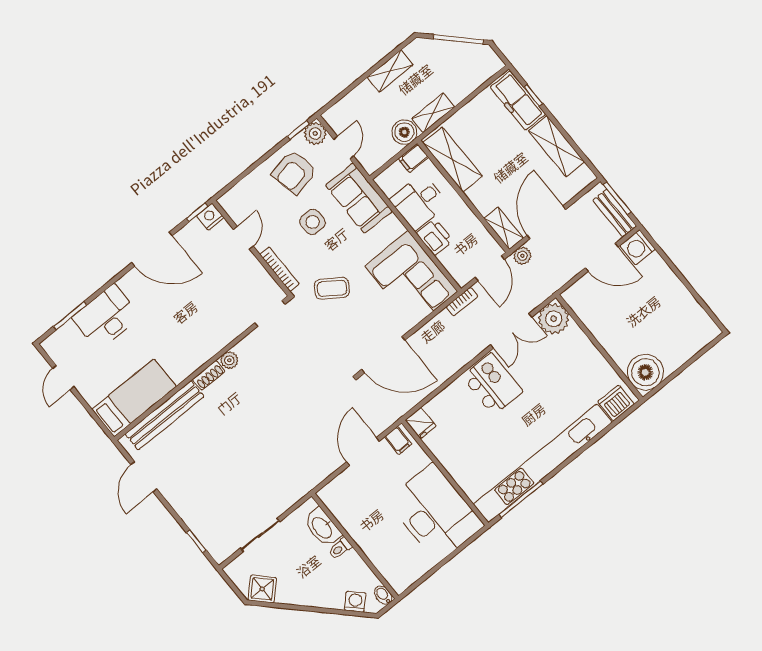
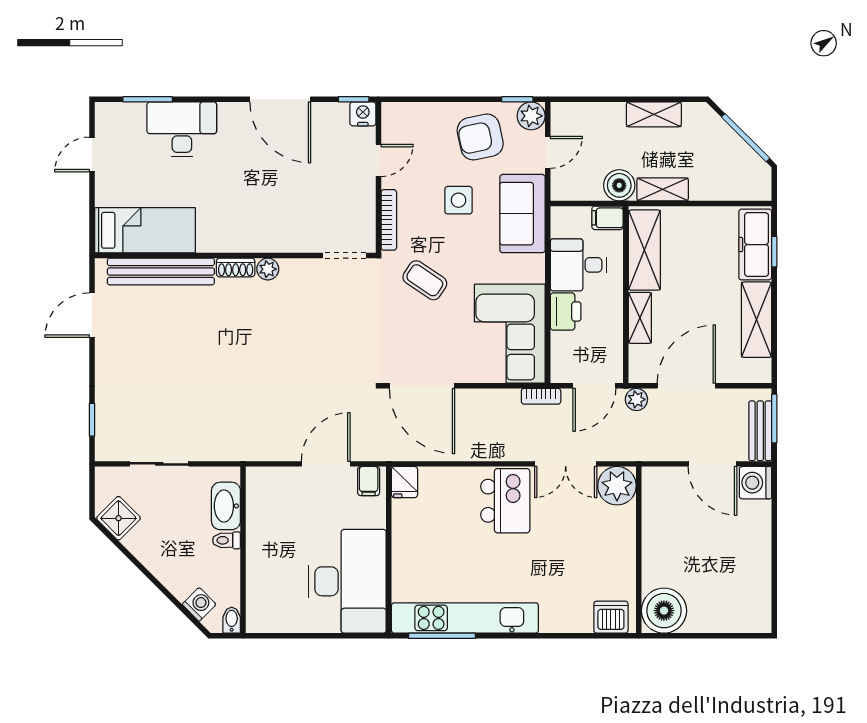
shelving: (504, 228) -> (640, 318), moved
kitchen unit: (543, 463) -> (465, 618), width x0.73

